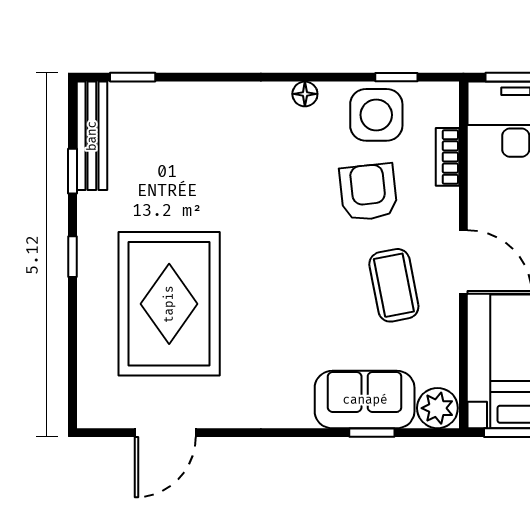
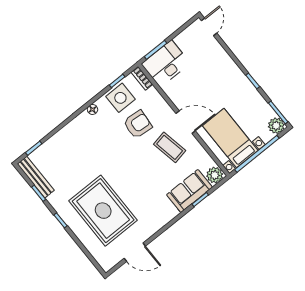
bookcase: (448, 157) -> (142, 78), moved
armchair: (368, 192) -> (138, 124), turned 101
door: (165, 433) -> (135, 252), hinge flipped

